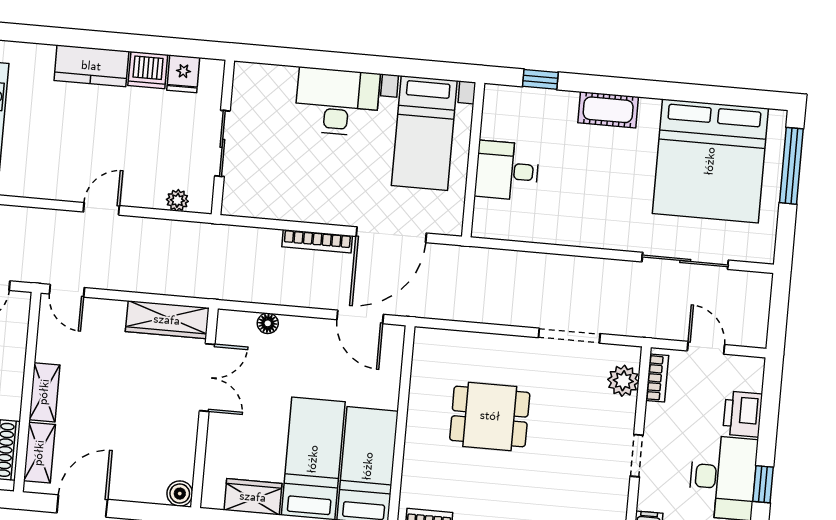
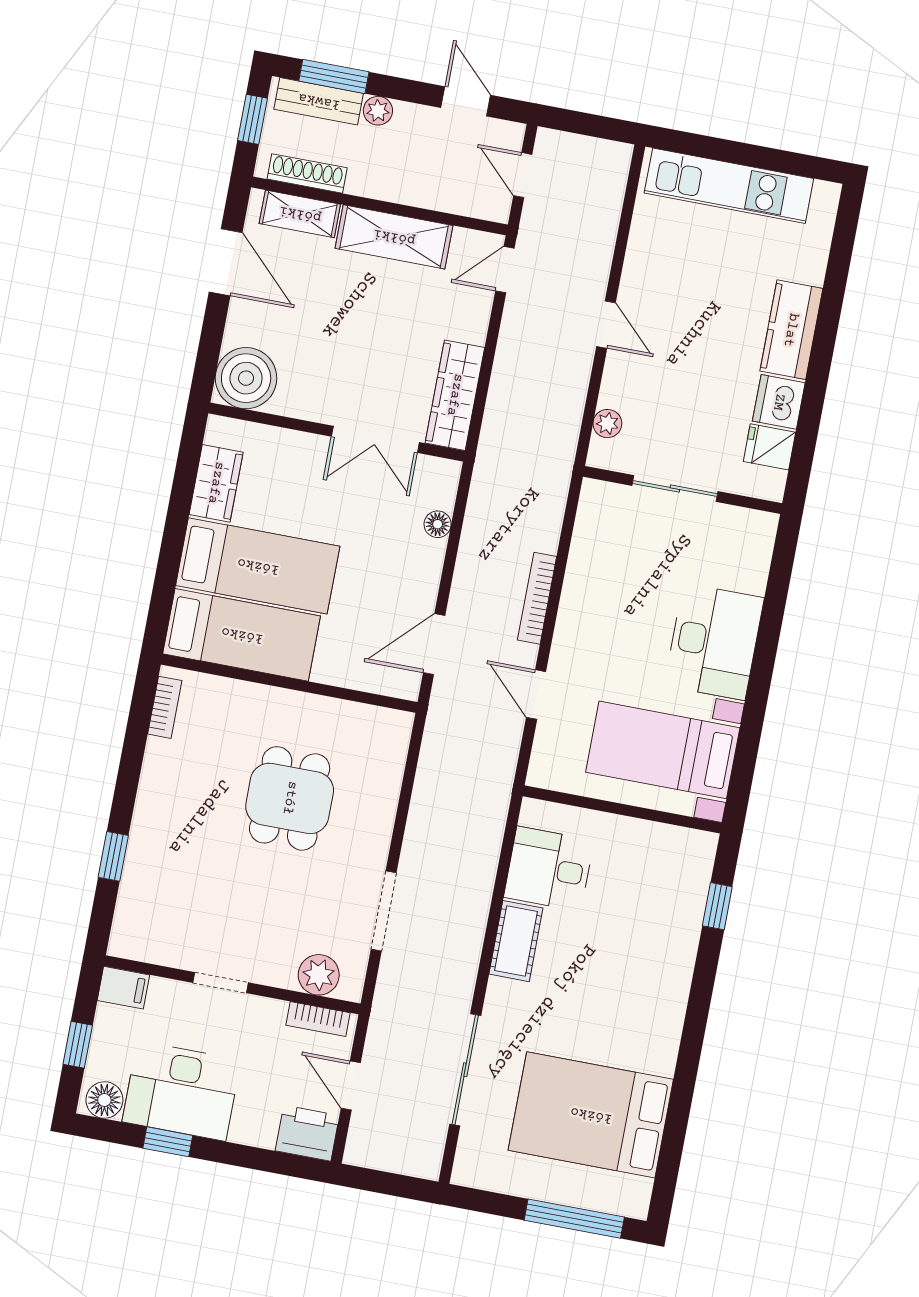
cot: (608, 110) -> (516, 941), moved
bed: (710, 161) -> (591, 1115), width x0.73
desk: (507, 171) -> (549, 869), moved, turned -90
door: (391, 235) -> (536, 695), width x0.53
door: (706, 348) -> (351, 1086), swing flipped
shelving: (44, 392) -> (394, 237), width x1.50, depth x1.33
printer: (743, 414) -> (307, 1133), moved
boiler: (180, 494) -> (246, 378), width x1.86, depth x1.86

